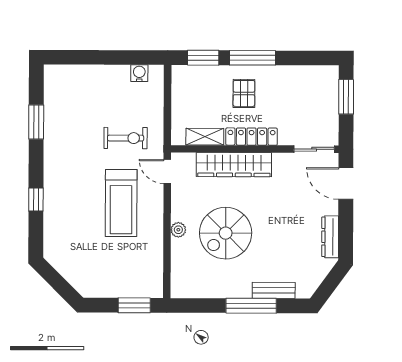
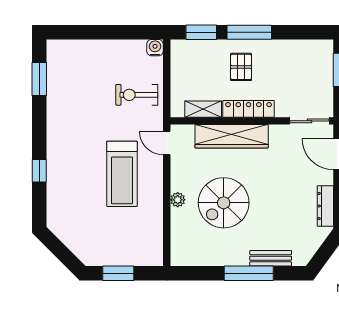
water cooler: (139, 73) -> (155, 48), moved
window: (36, 122) -> (39, 79), moved
exercise bike: (126, 138) -> (137, 95), moved, turned 180
window: (134, 305) -> (118, 273), moved

